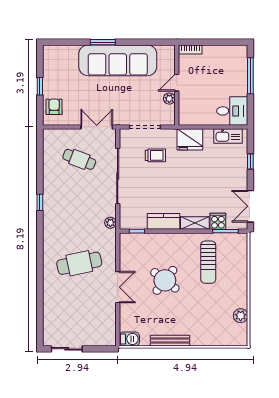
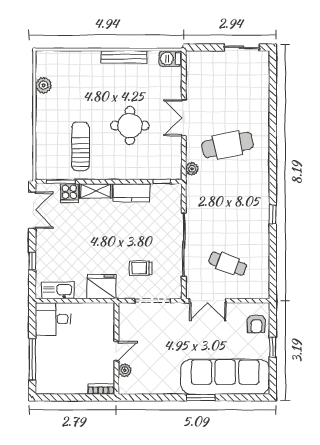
sofa: (118, 60) -> (225, 377), moved
plant: (169, 99) -> (125, 370), moved
plant: (110, 223) -> (192, 169), moved
round table: (165, 280) -> (130, 126), turned -38

